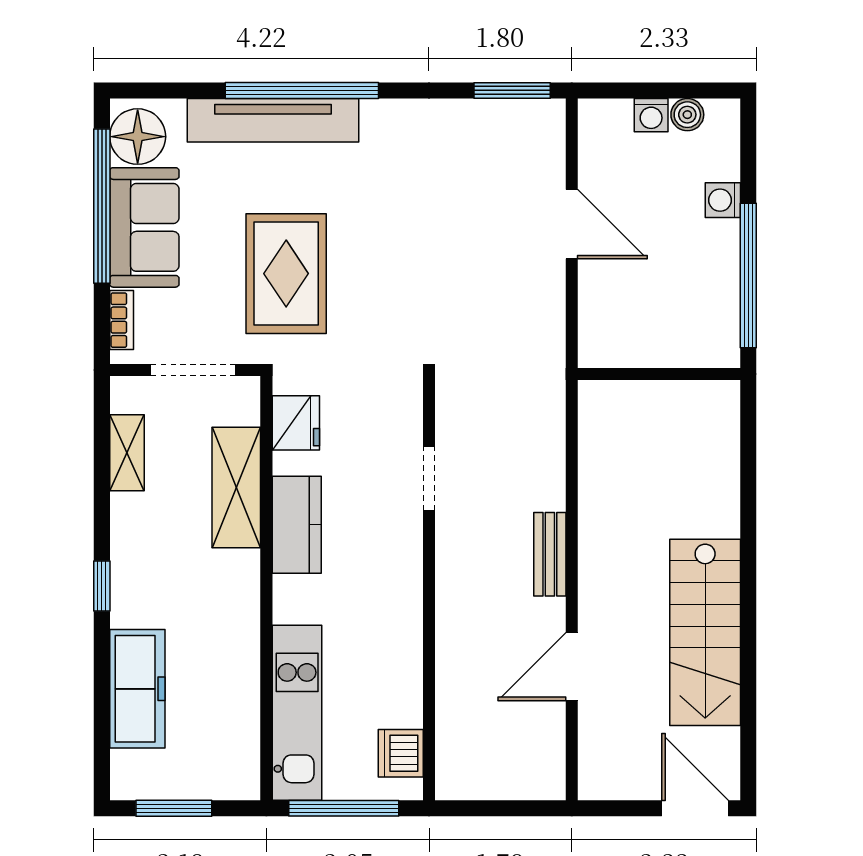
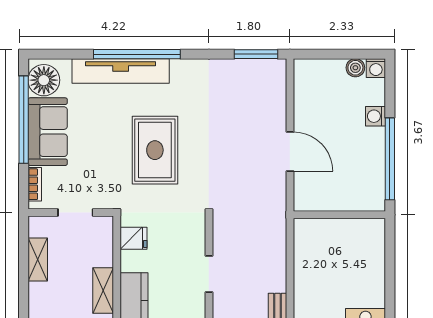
washing machine: (651, 115) -> (376, 68), moved
door: (572, 224) -> (290, 152), moved
rug: (286, 274) -> (155, 150), moved
doorway: (193, 370) -> (75, 213), width x0.73
fridge: (296, 423) -> (133, 238), width x0.72
shelving: (236, 487) -> (103, 291), width x0.67, depth x0.75

